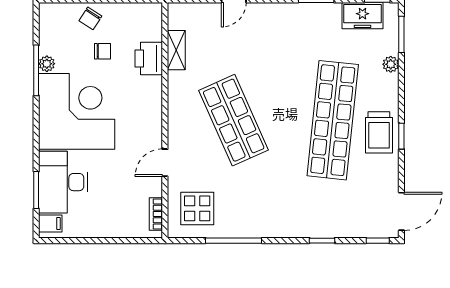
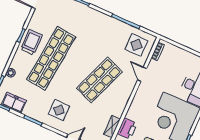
display table: (280, 37) -> (59, 110), added
shop shelf: (234, 120) -> (99, 80), turned 45
door: (165, 163) -> (142, 74), swing flipped

